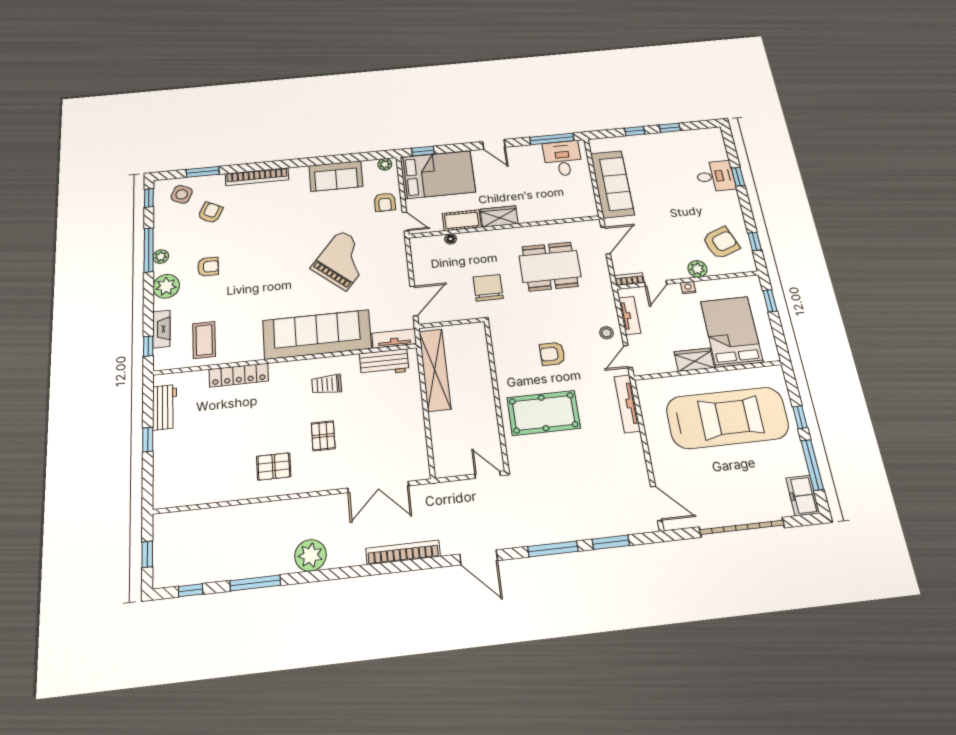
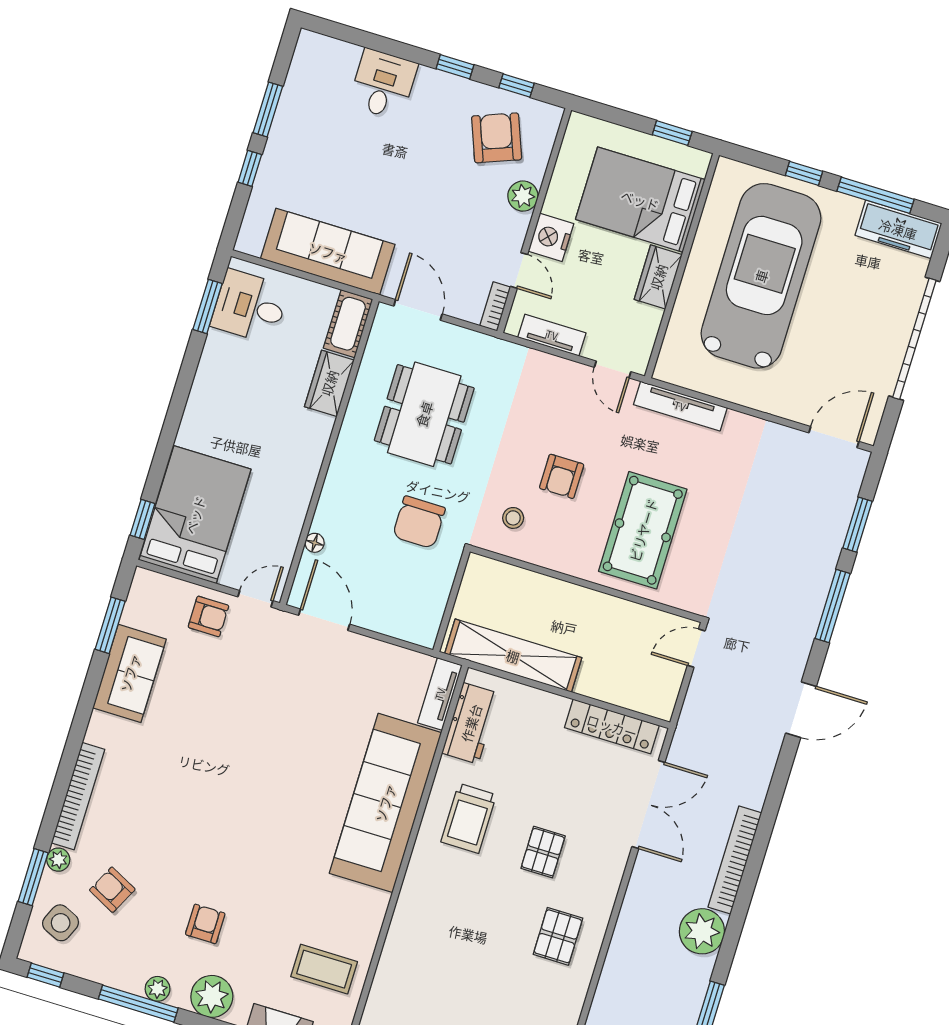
window: (670, 128) -> (268, 110), width x1.50
window: (552, 139) -> (208, 307), width x0.69
door: (494, 144) -> (178, 403), removed
window: (358, 157) -> (110, 625), added
plant: (385, 164) -> (58, 860), moved
window: (738, 177) -> (455, 67), moved
wardrobe: (499, 216) -> (329, 383), moved
cot: (462, 220) -> (348, 324), moved
grand piano: (343, 260) -> (281, 719), removed
chair: (488, 288) -> (419, 522), turned -90
nightstand: (688, 288) -> (551, 237), width x1.89, depth x1.79
door: (414, 301) -> (324, 620), moved
window: (770, 301) -> (672, 133), moved
stool: (606, 333) -> (513, 518), moved
locker: (239, 375) -> (612, 726), moved, turned 90
trolley: (327, 384) -> (469, 818), width x1.36, depth x1.39
pallet: (323, 436) -> (543, 852), turned 90
freezer: (803, 496) -> (898, 229), width x1.40
bookcase: (403, 552) -> (735, 860), moved

